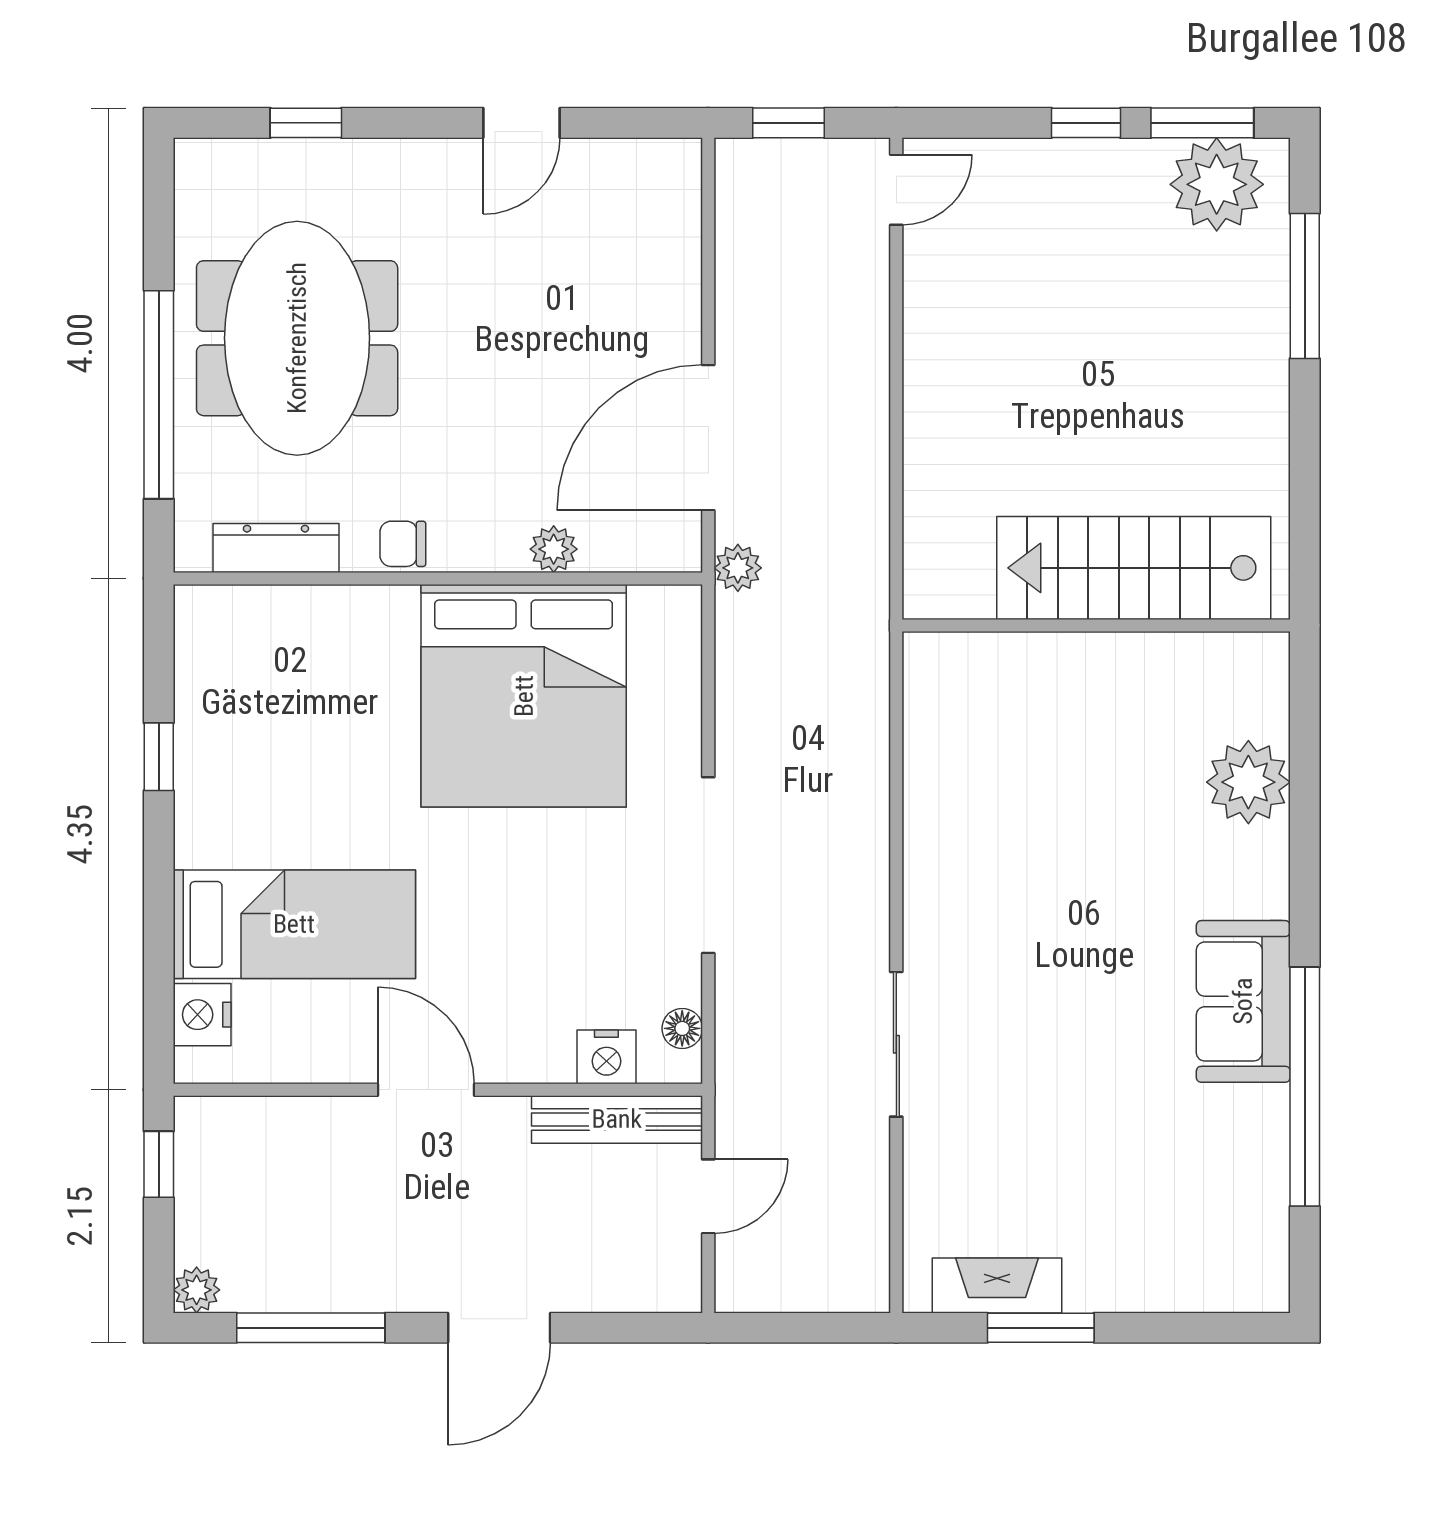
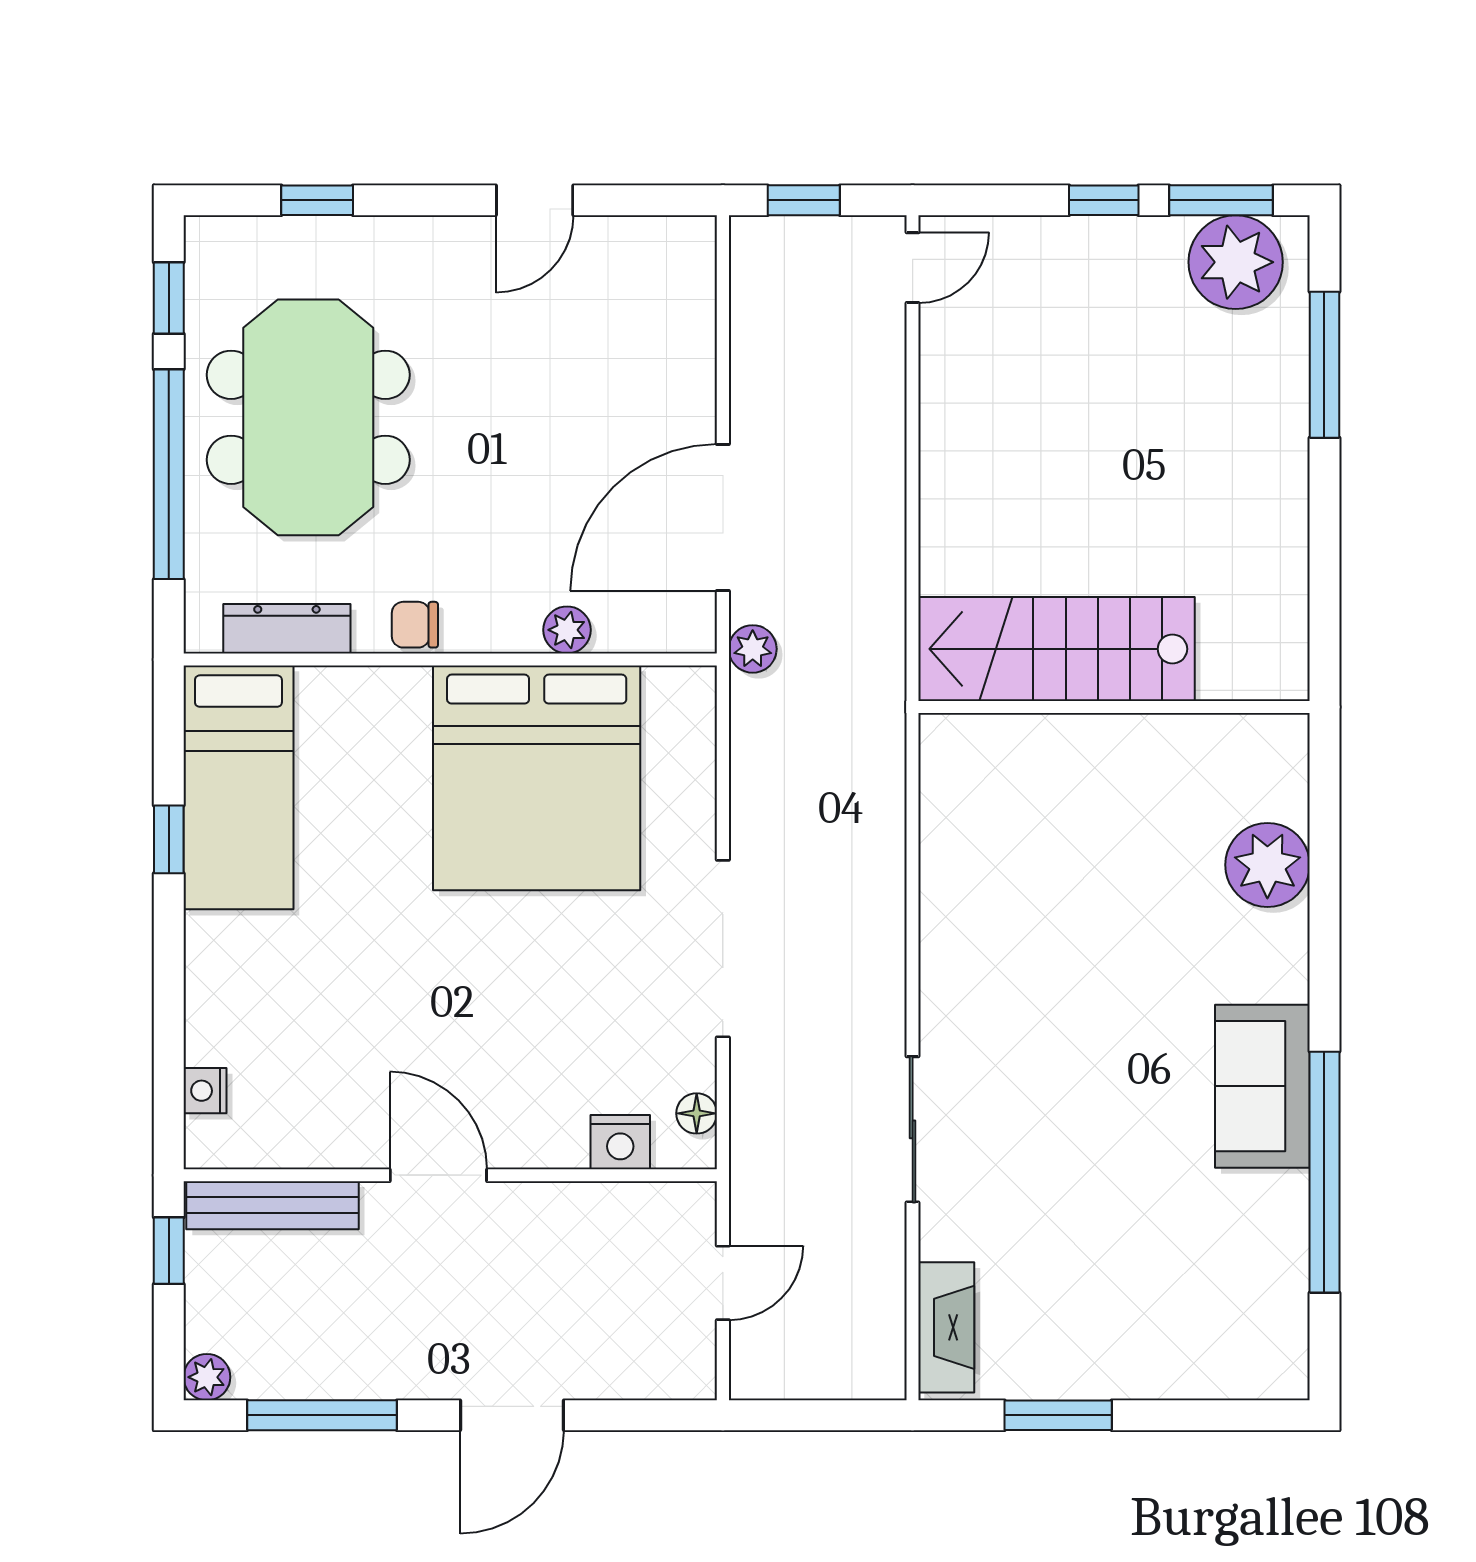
window: (159, 220) -> (169, 298), added
stairs: (1134, 568) -> (1056, 649), moved
bed: (294, 924) -> (238, 787), moved, turned 90
nightstand: (202, 1015) -> (205, 1091), width x0.72, depth x0.74
bench: (617, 1119) -> (273, 1205), moved
fireplace: (997, 1285) -> (946, 1327), moved, turned 90

